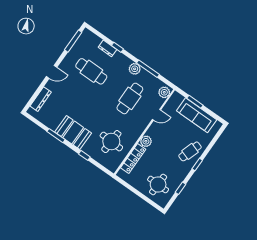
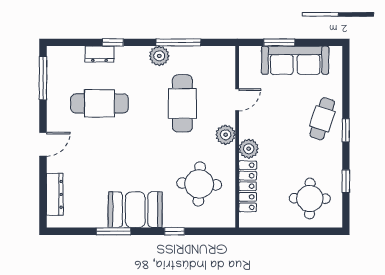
plant: (164, 92) -> (226, 135), moved

